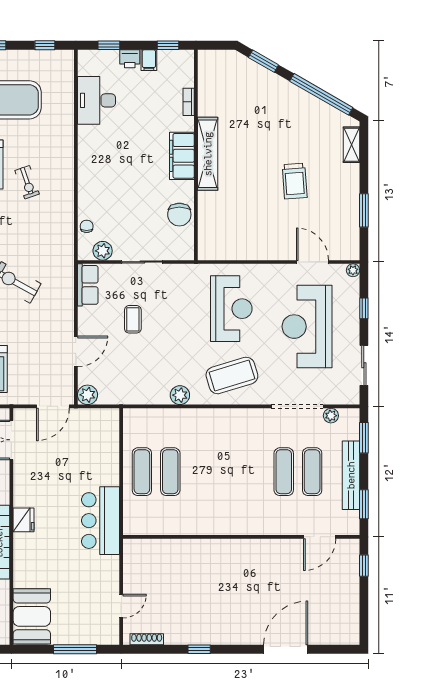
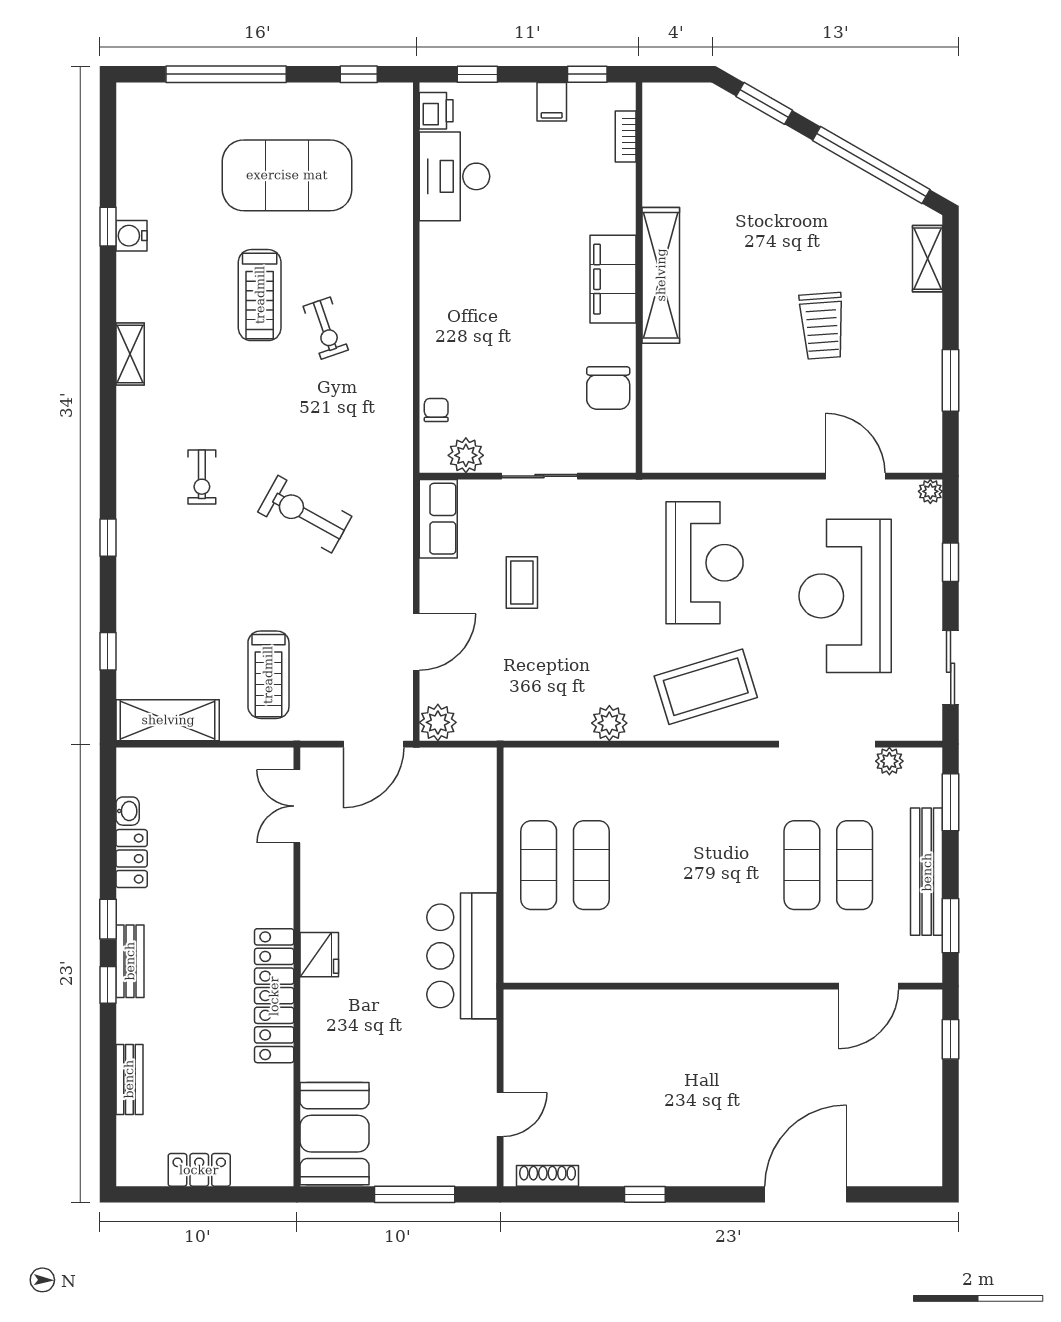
printer: (130, 59) -> (436, 111), moved, turned -90
bookcase: (189, 102) -> (626, 137), moved

